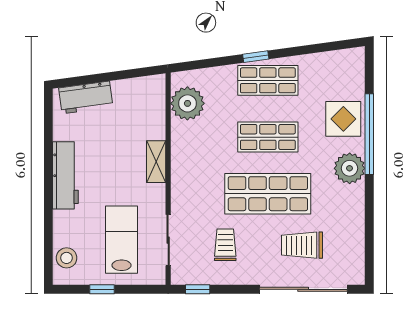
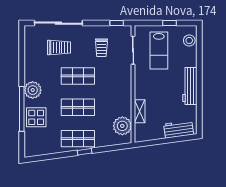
shelving: (156, 162) -> (140, 111), moved
shop shelf: (268, 194) -> (78, 76), width x0.70, depth x0.74

